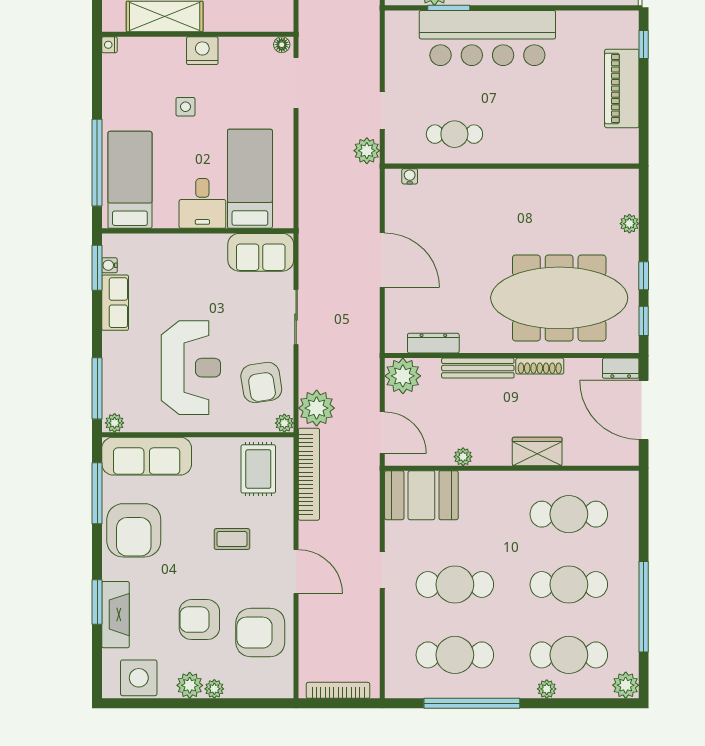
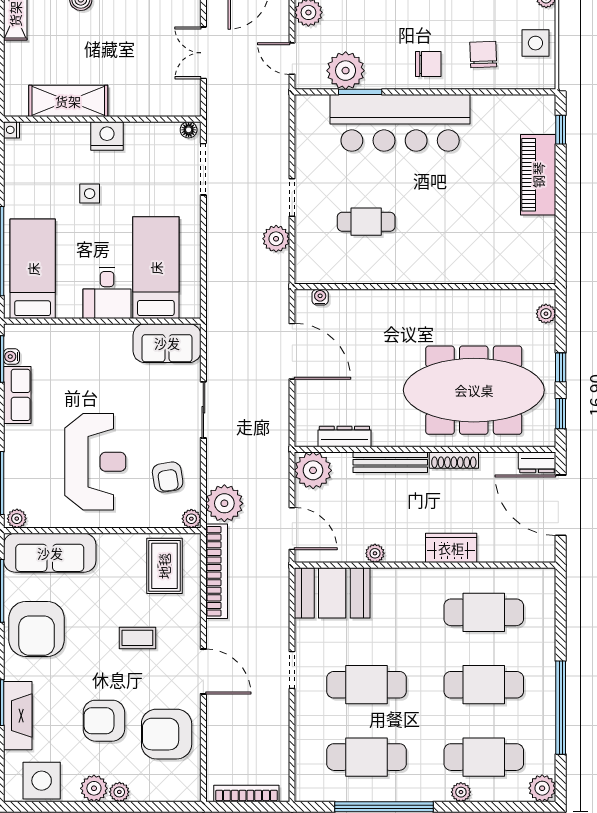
wall: (512, 166) -> (425, 287), moved
water cooler: (410, 176) -> (320, 297), moved
armchair: (261, 382) -> (168, 477), width x0.72, depth x0.72

